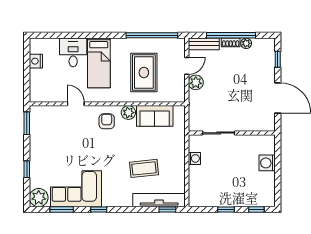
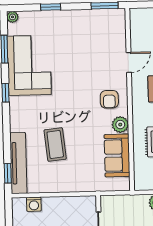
armchair: (107, 121) -> (109, 99), turned 90
washing machine: (194, 158) -> (34, 204), moved
plant: (39, 198) -> (12, 17), width x0.53, depth x0.53

